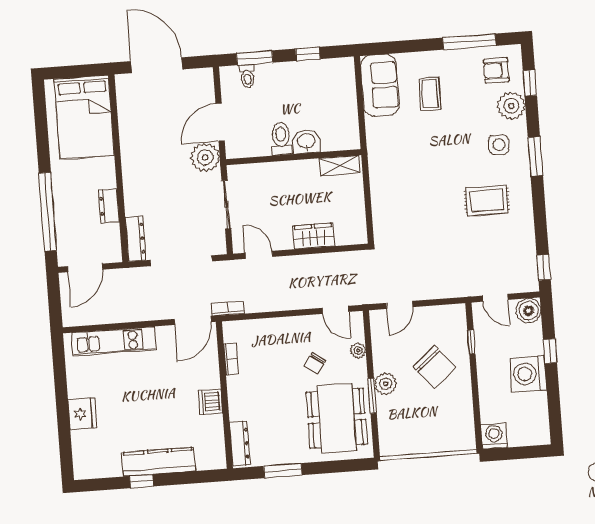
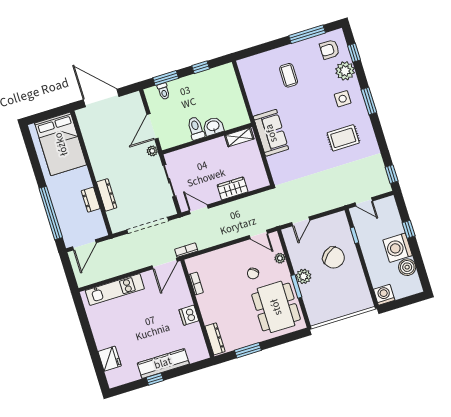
sofa: (380, 85) -> (271, 133), moved
plant: (205, 157) -> (152, 151), width x0.53, depth x0.53
dresser: (135, 239) -> (107, 195), moved
boiler: (529, 311) -> (407, 267), moved
fridge: (82, 414) -> (110, 359), moved

